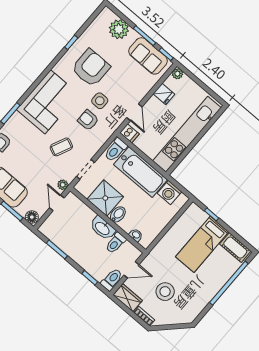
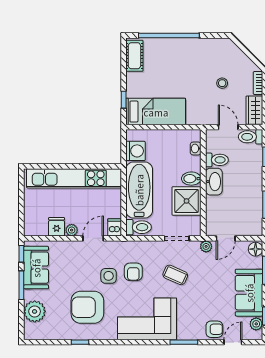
plant: (177, 74) -> (72, 230), moved
bed: (202, 244) -> (156, 112), moved
stool: (165, 292) -> (222, 83), width x0.53, depth x0.53

